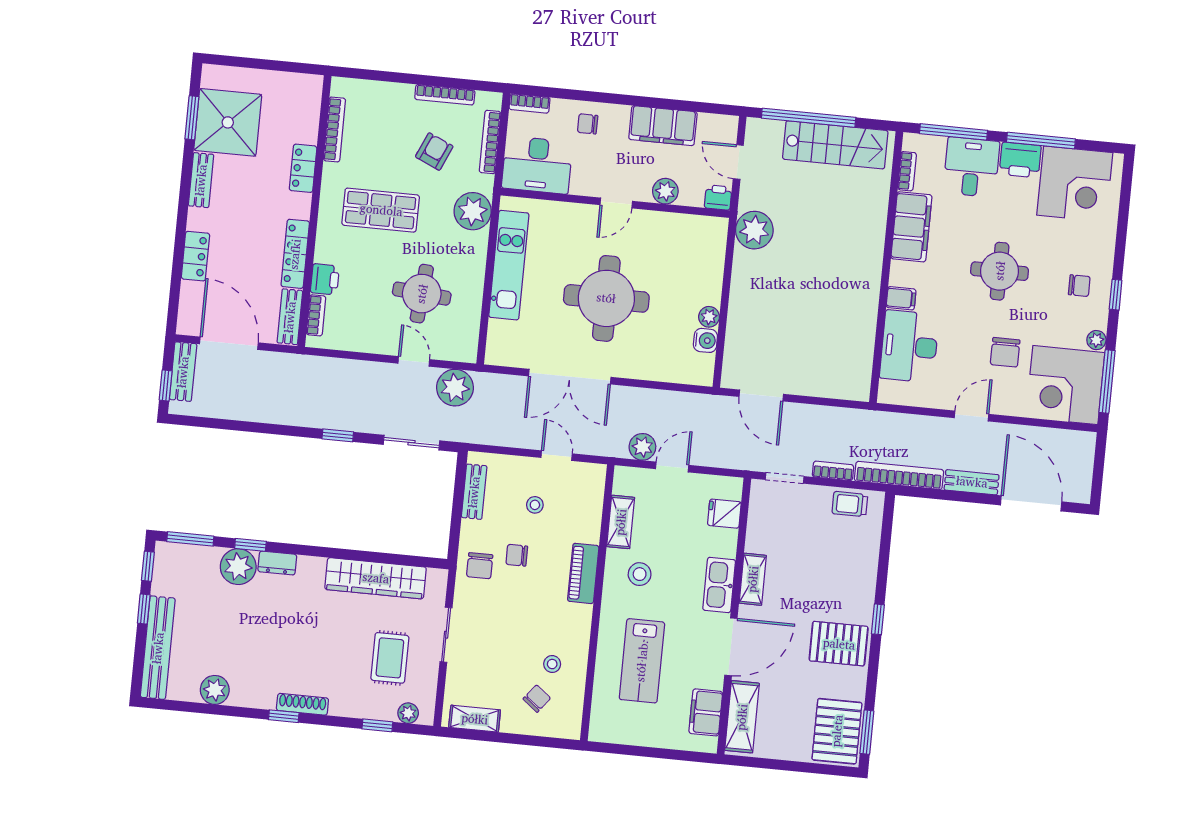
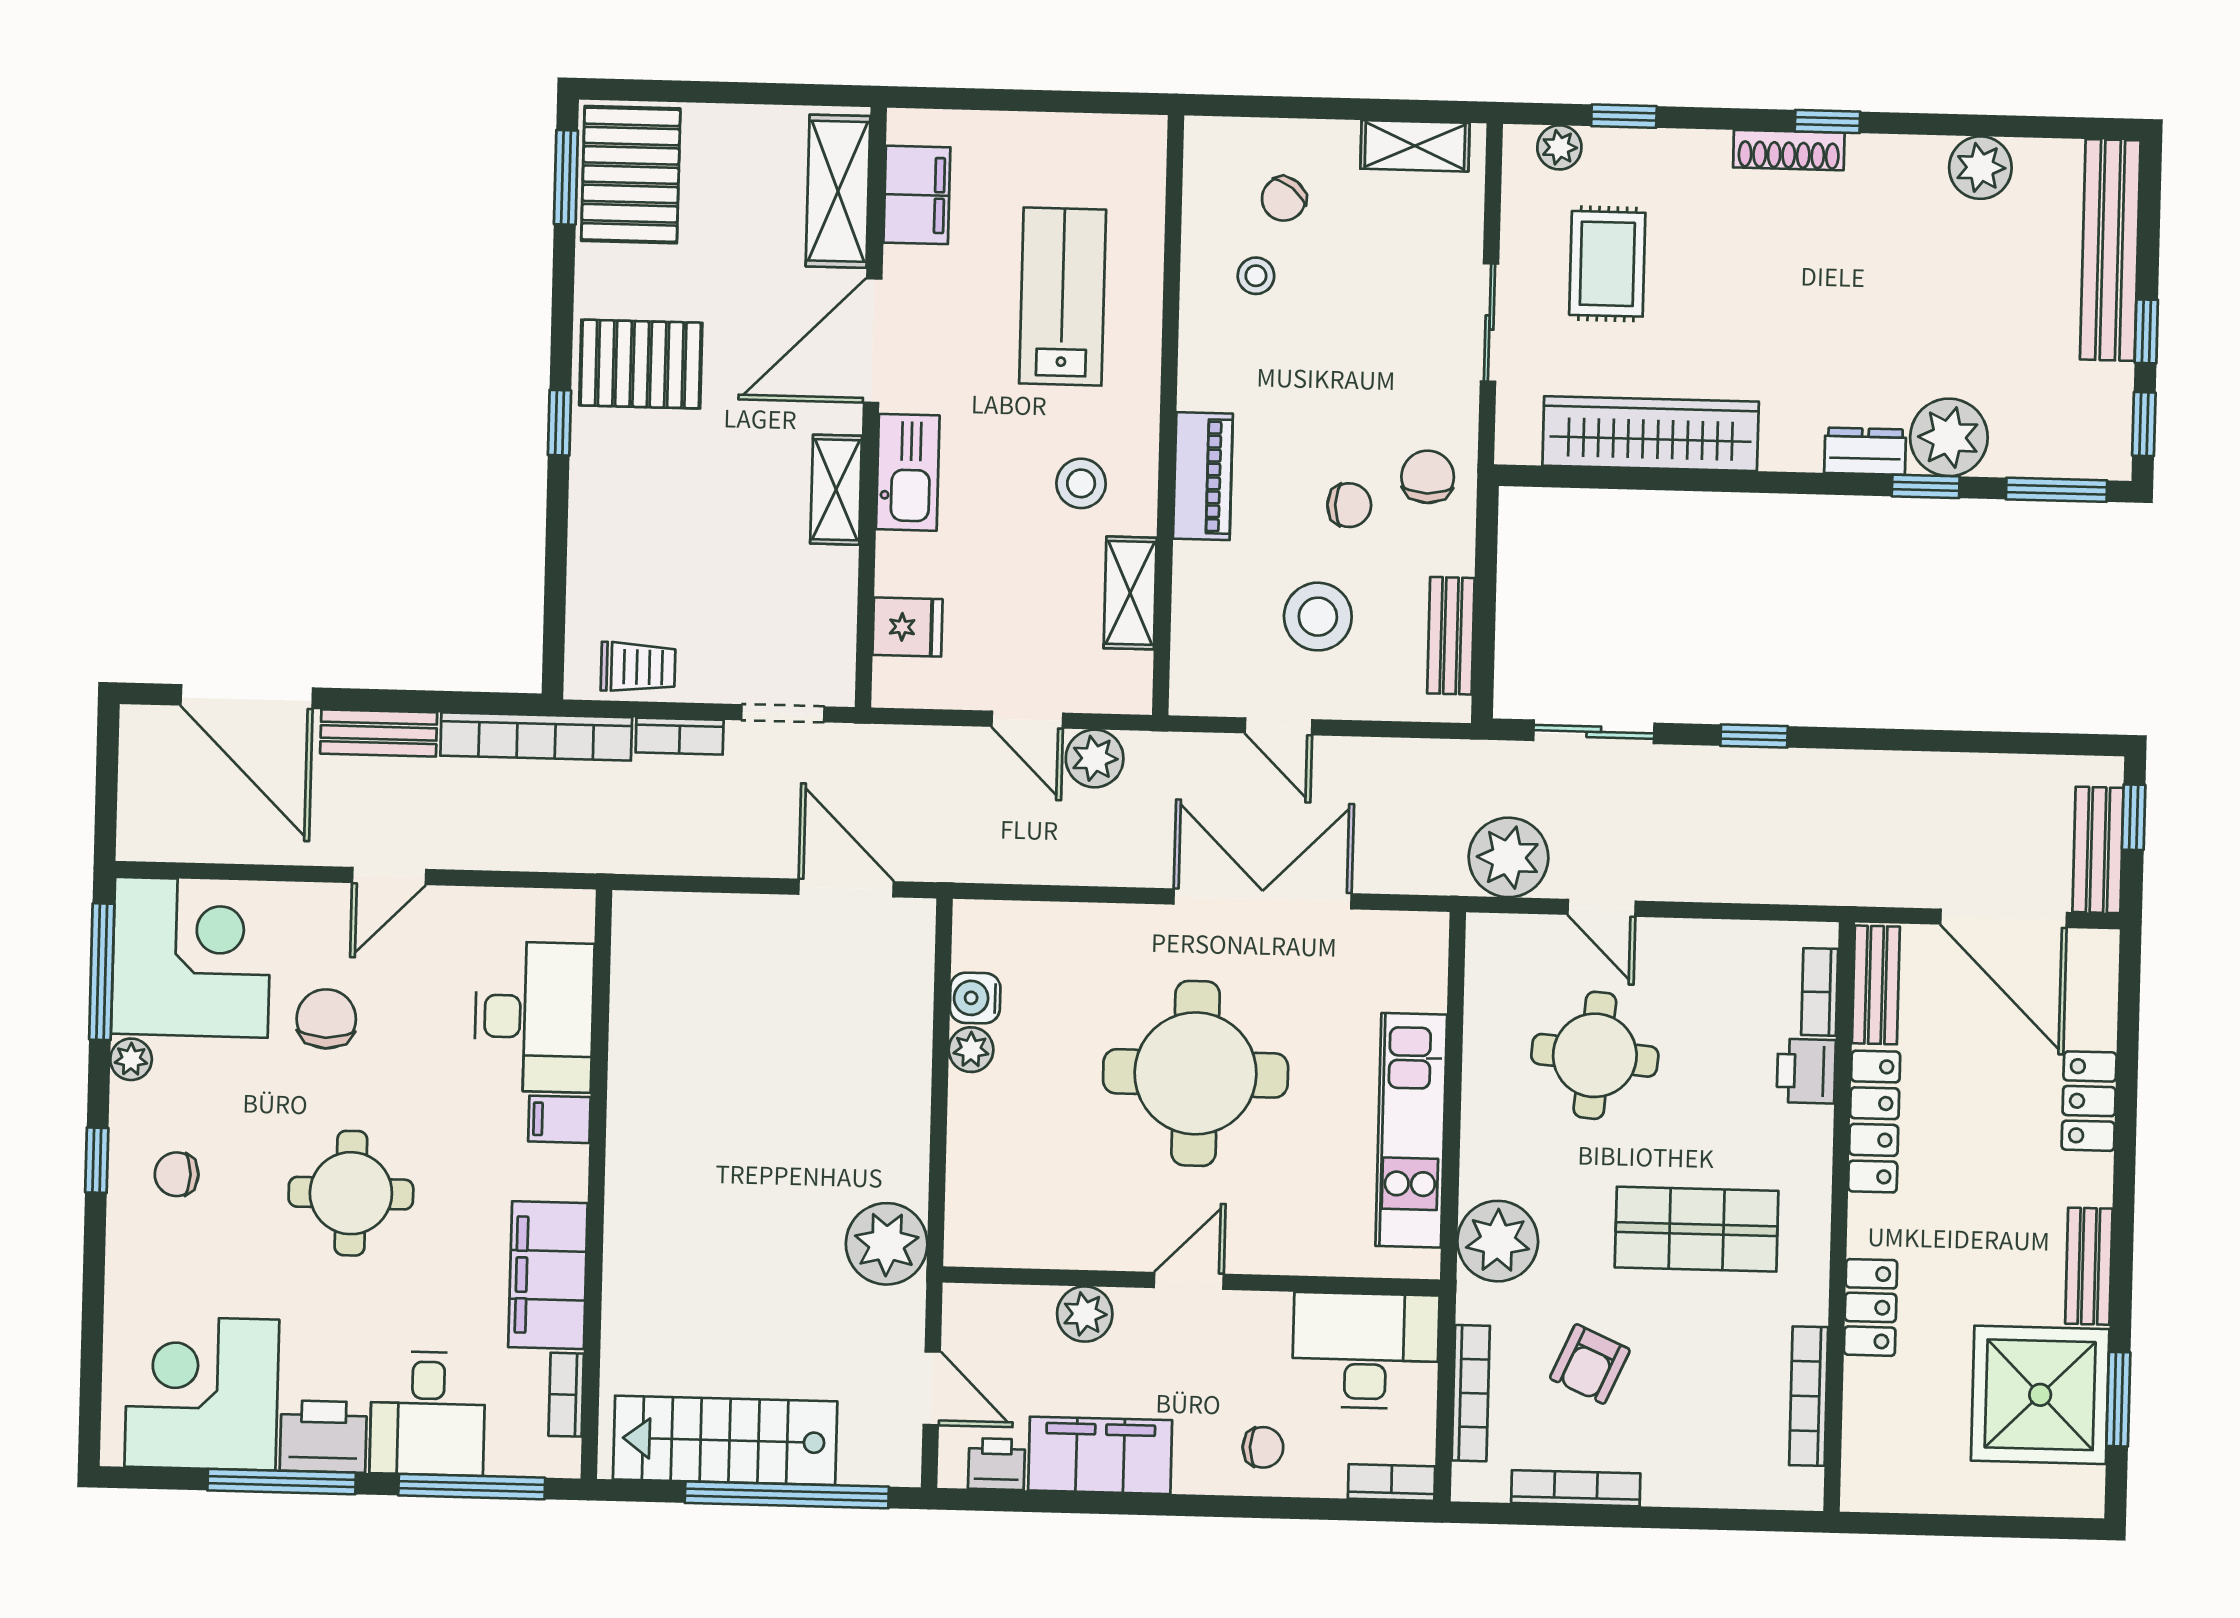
printer: (718, 197) -> (996, 1464), moved, turned 180
door: (672, 467) -> (1027, 720), hinge flipped
stool: (535, 505) -> (1318, 617), width x1.89, depth x1.89

